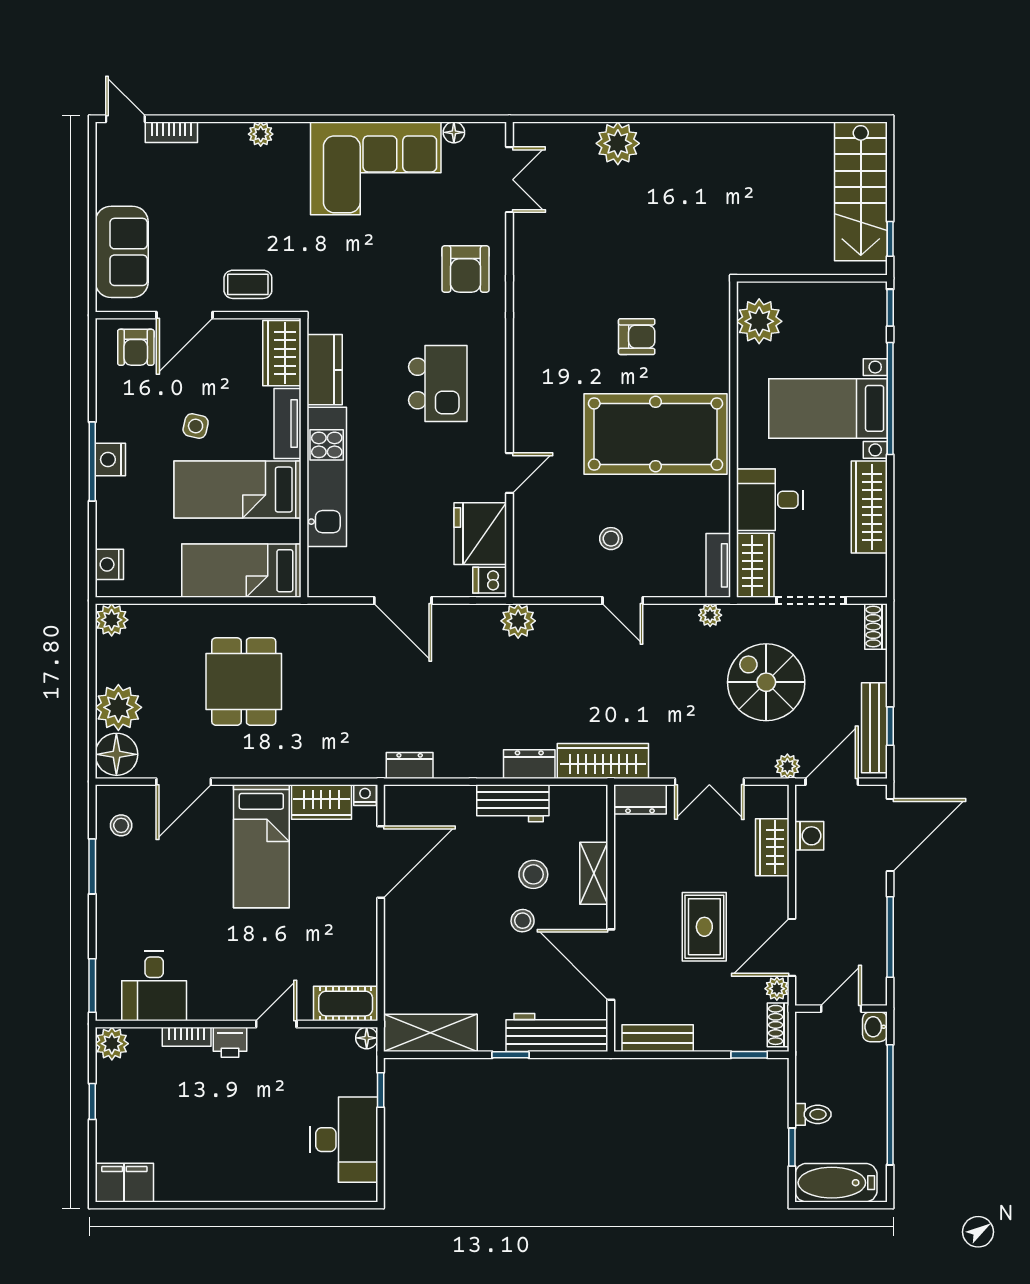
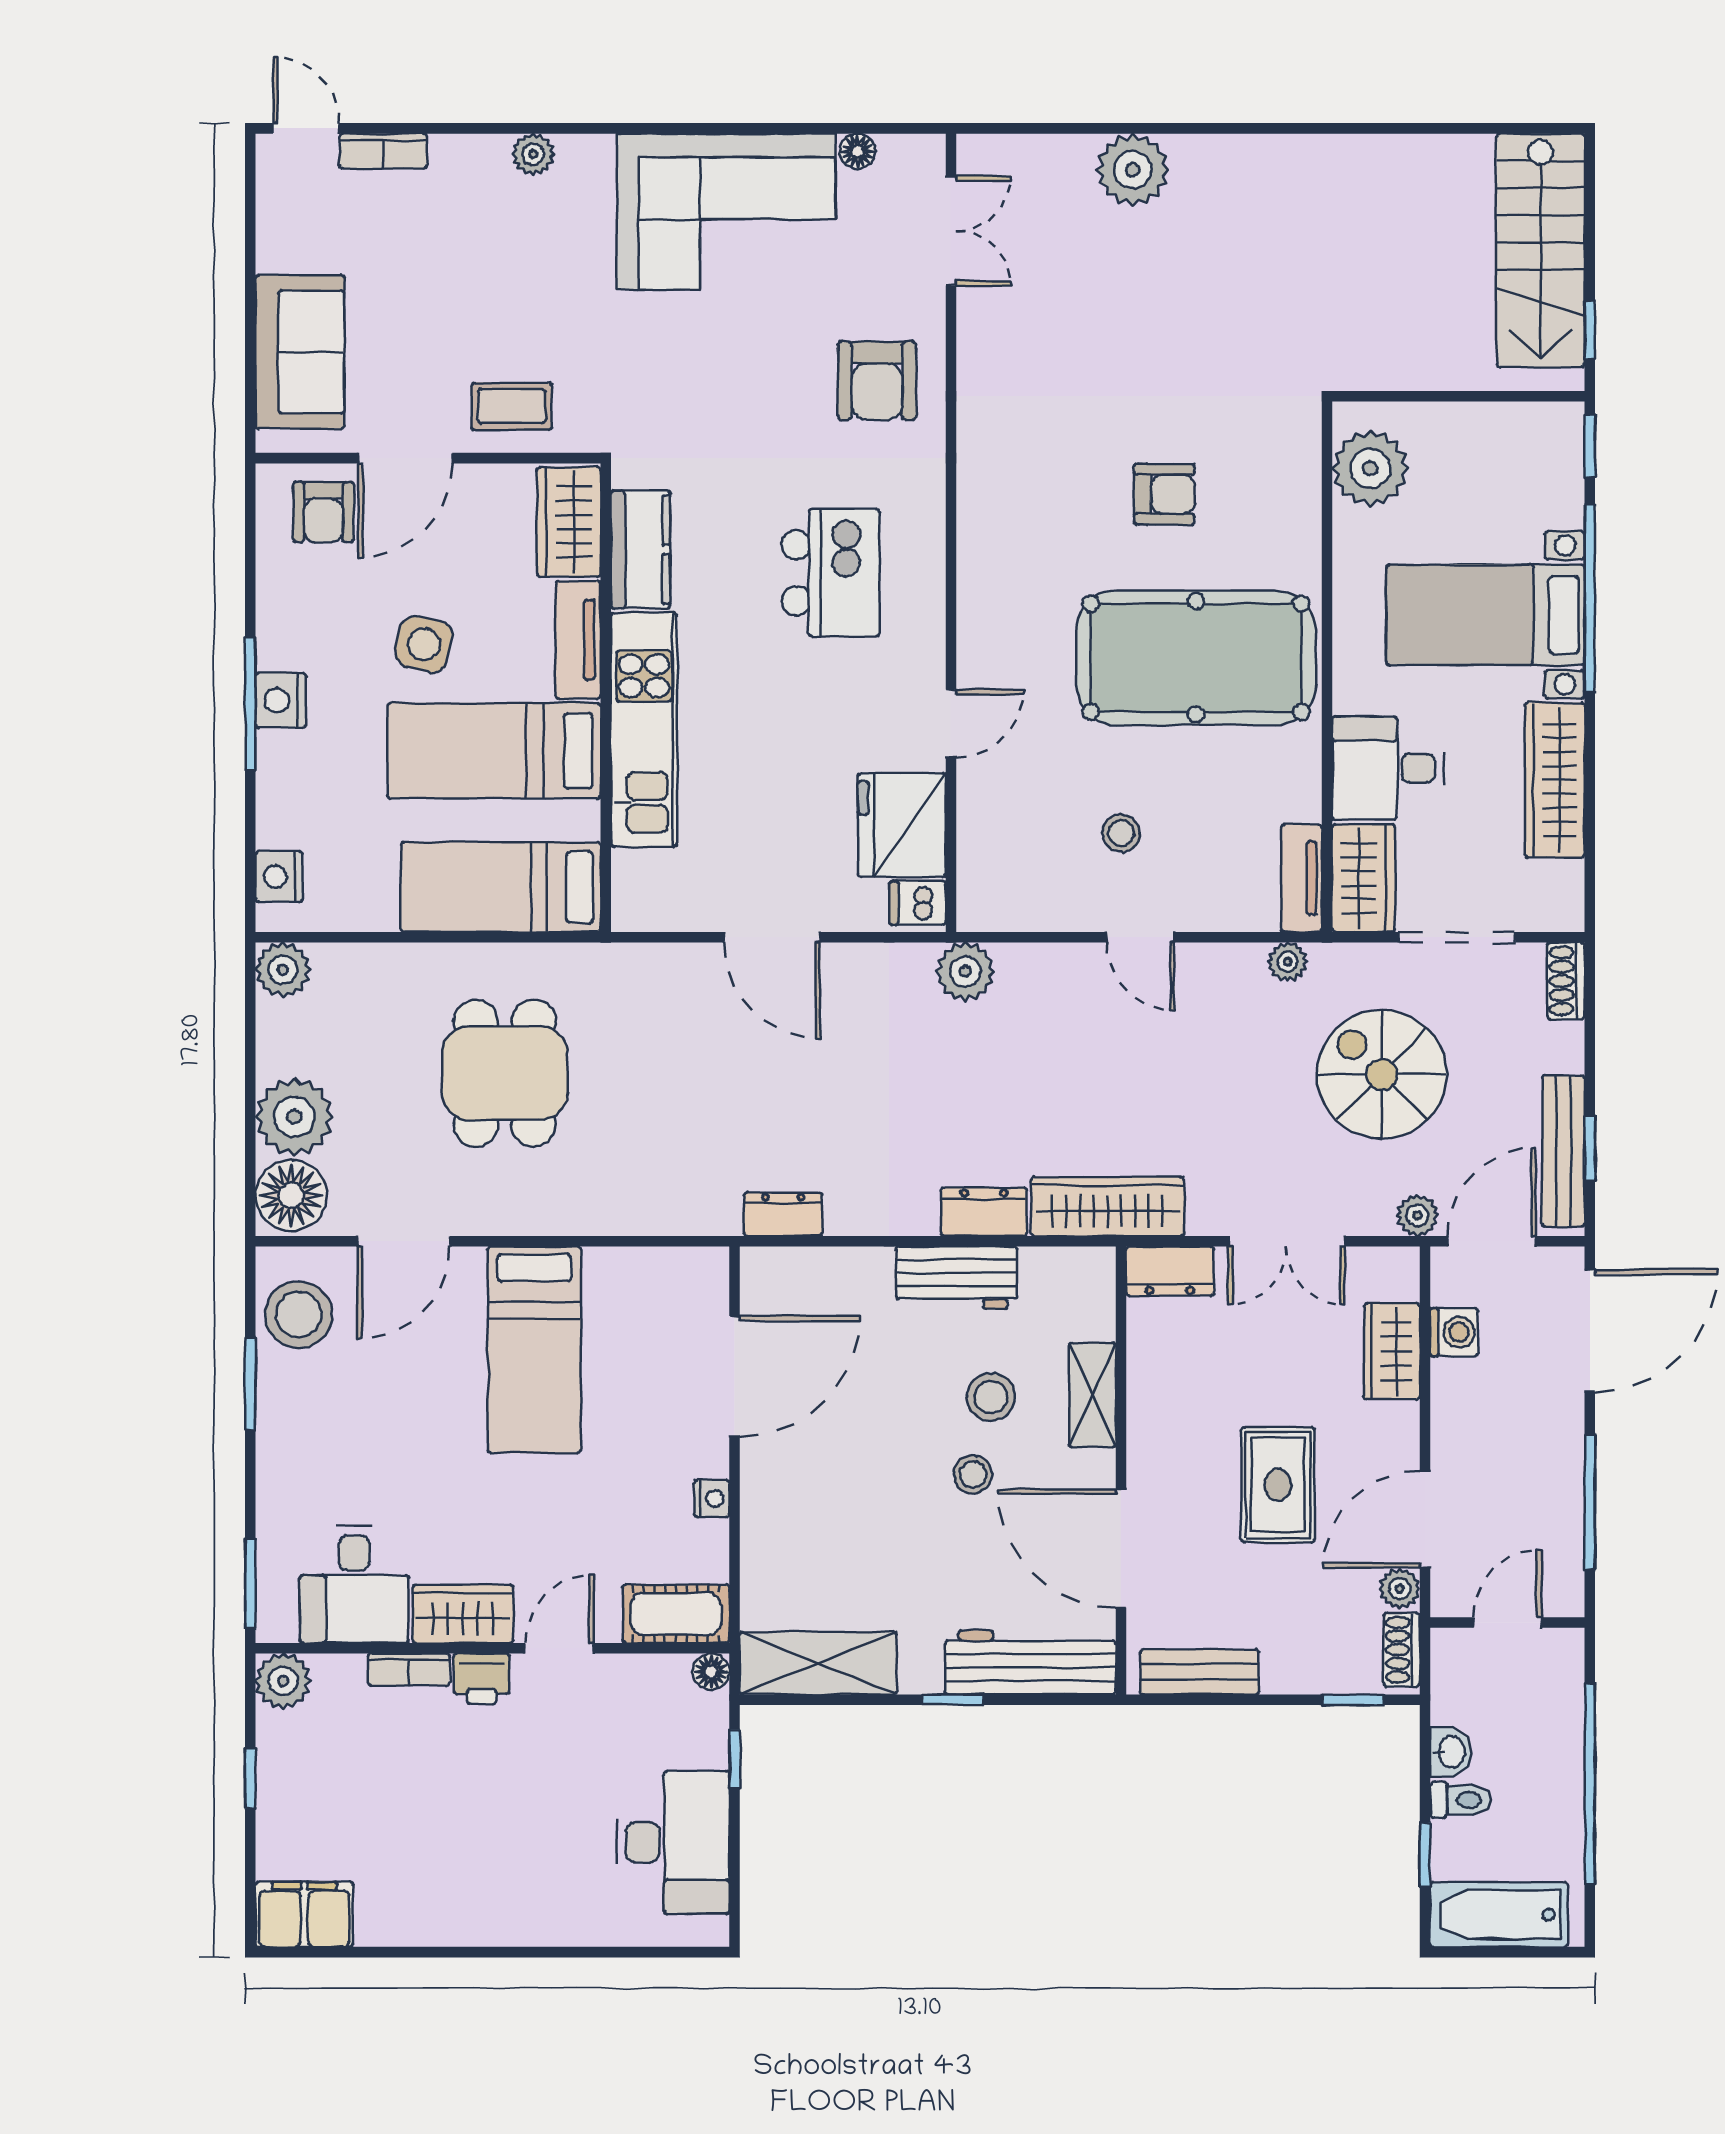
side table: (196, 426) -> (424, 644), width x1.37, depth x1.37
nightstand: (365, 795) -> (712, 1498), moved, turned 90
wardrobe: (321, 802) -> (463, 1614), moved, turned 180
stool: (121, 825) -> (299, 1315), width x1.89, depth x1.89
washbasin: (875, 1027) -> (1450, 1752), moved, turned 180

